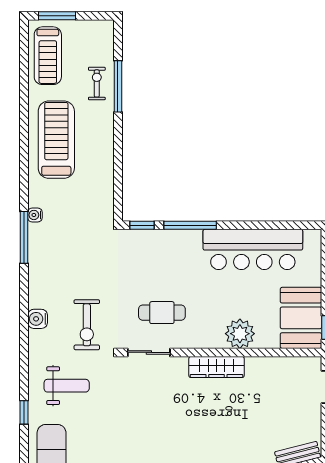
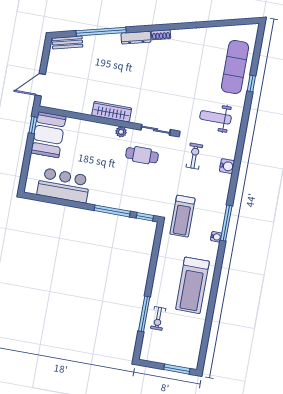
treadmill: (48, 56) -> (182, 216), moved, turned 180
bar counter: (253, 249) -> (64, 185), width x0.73
exercise bike: (87, 325) -> (194, 156), width x0.73, depth x0.72
plant: (240, 334) -> (121, 132), moved, width x0.53, depth x0.53
window: (24, 412) -> (251, 83), moved

